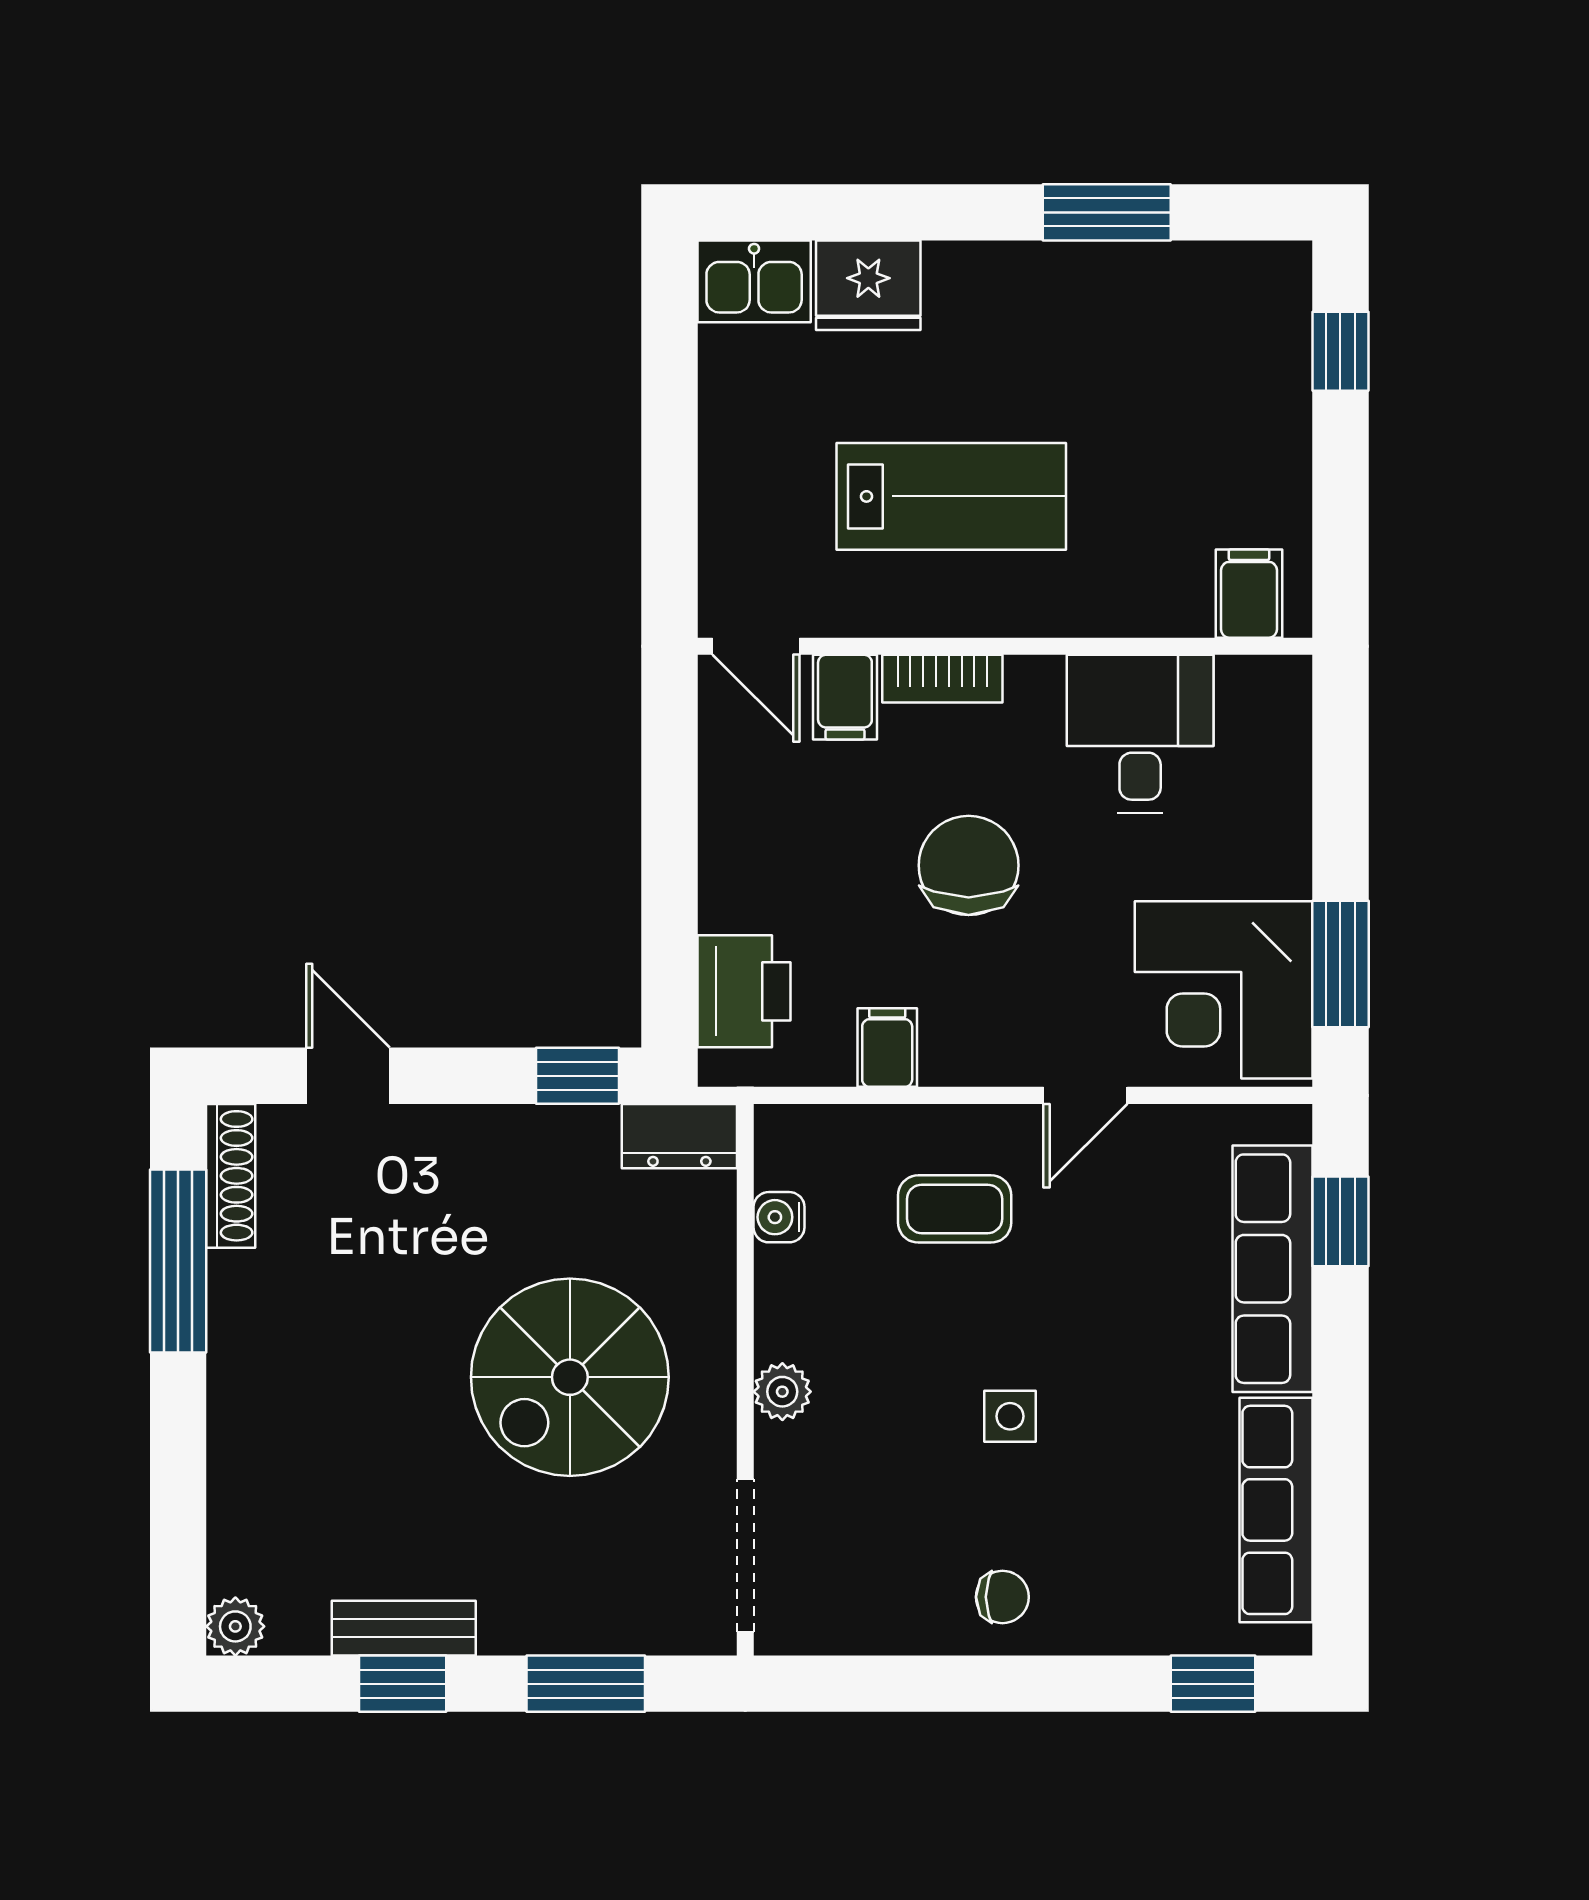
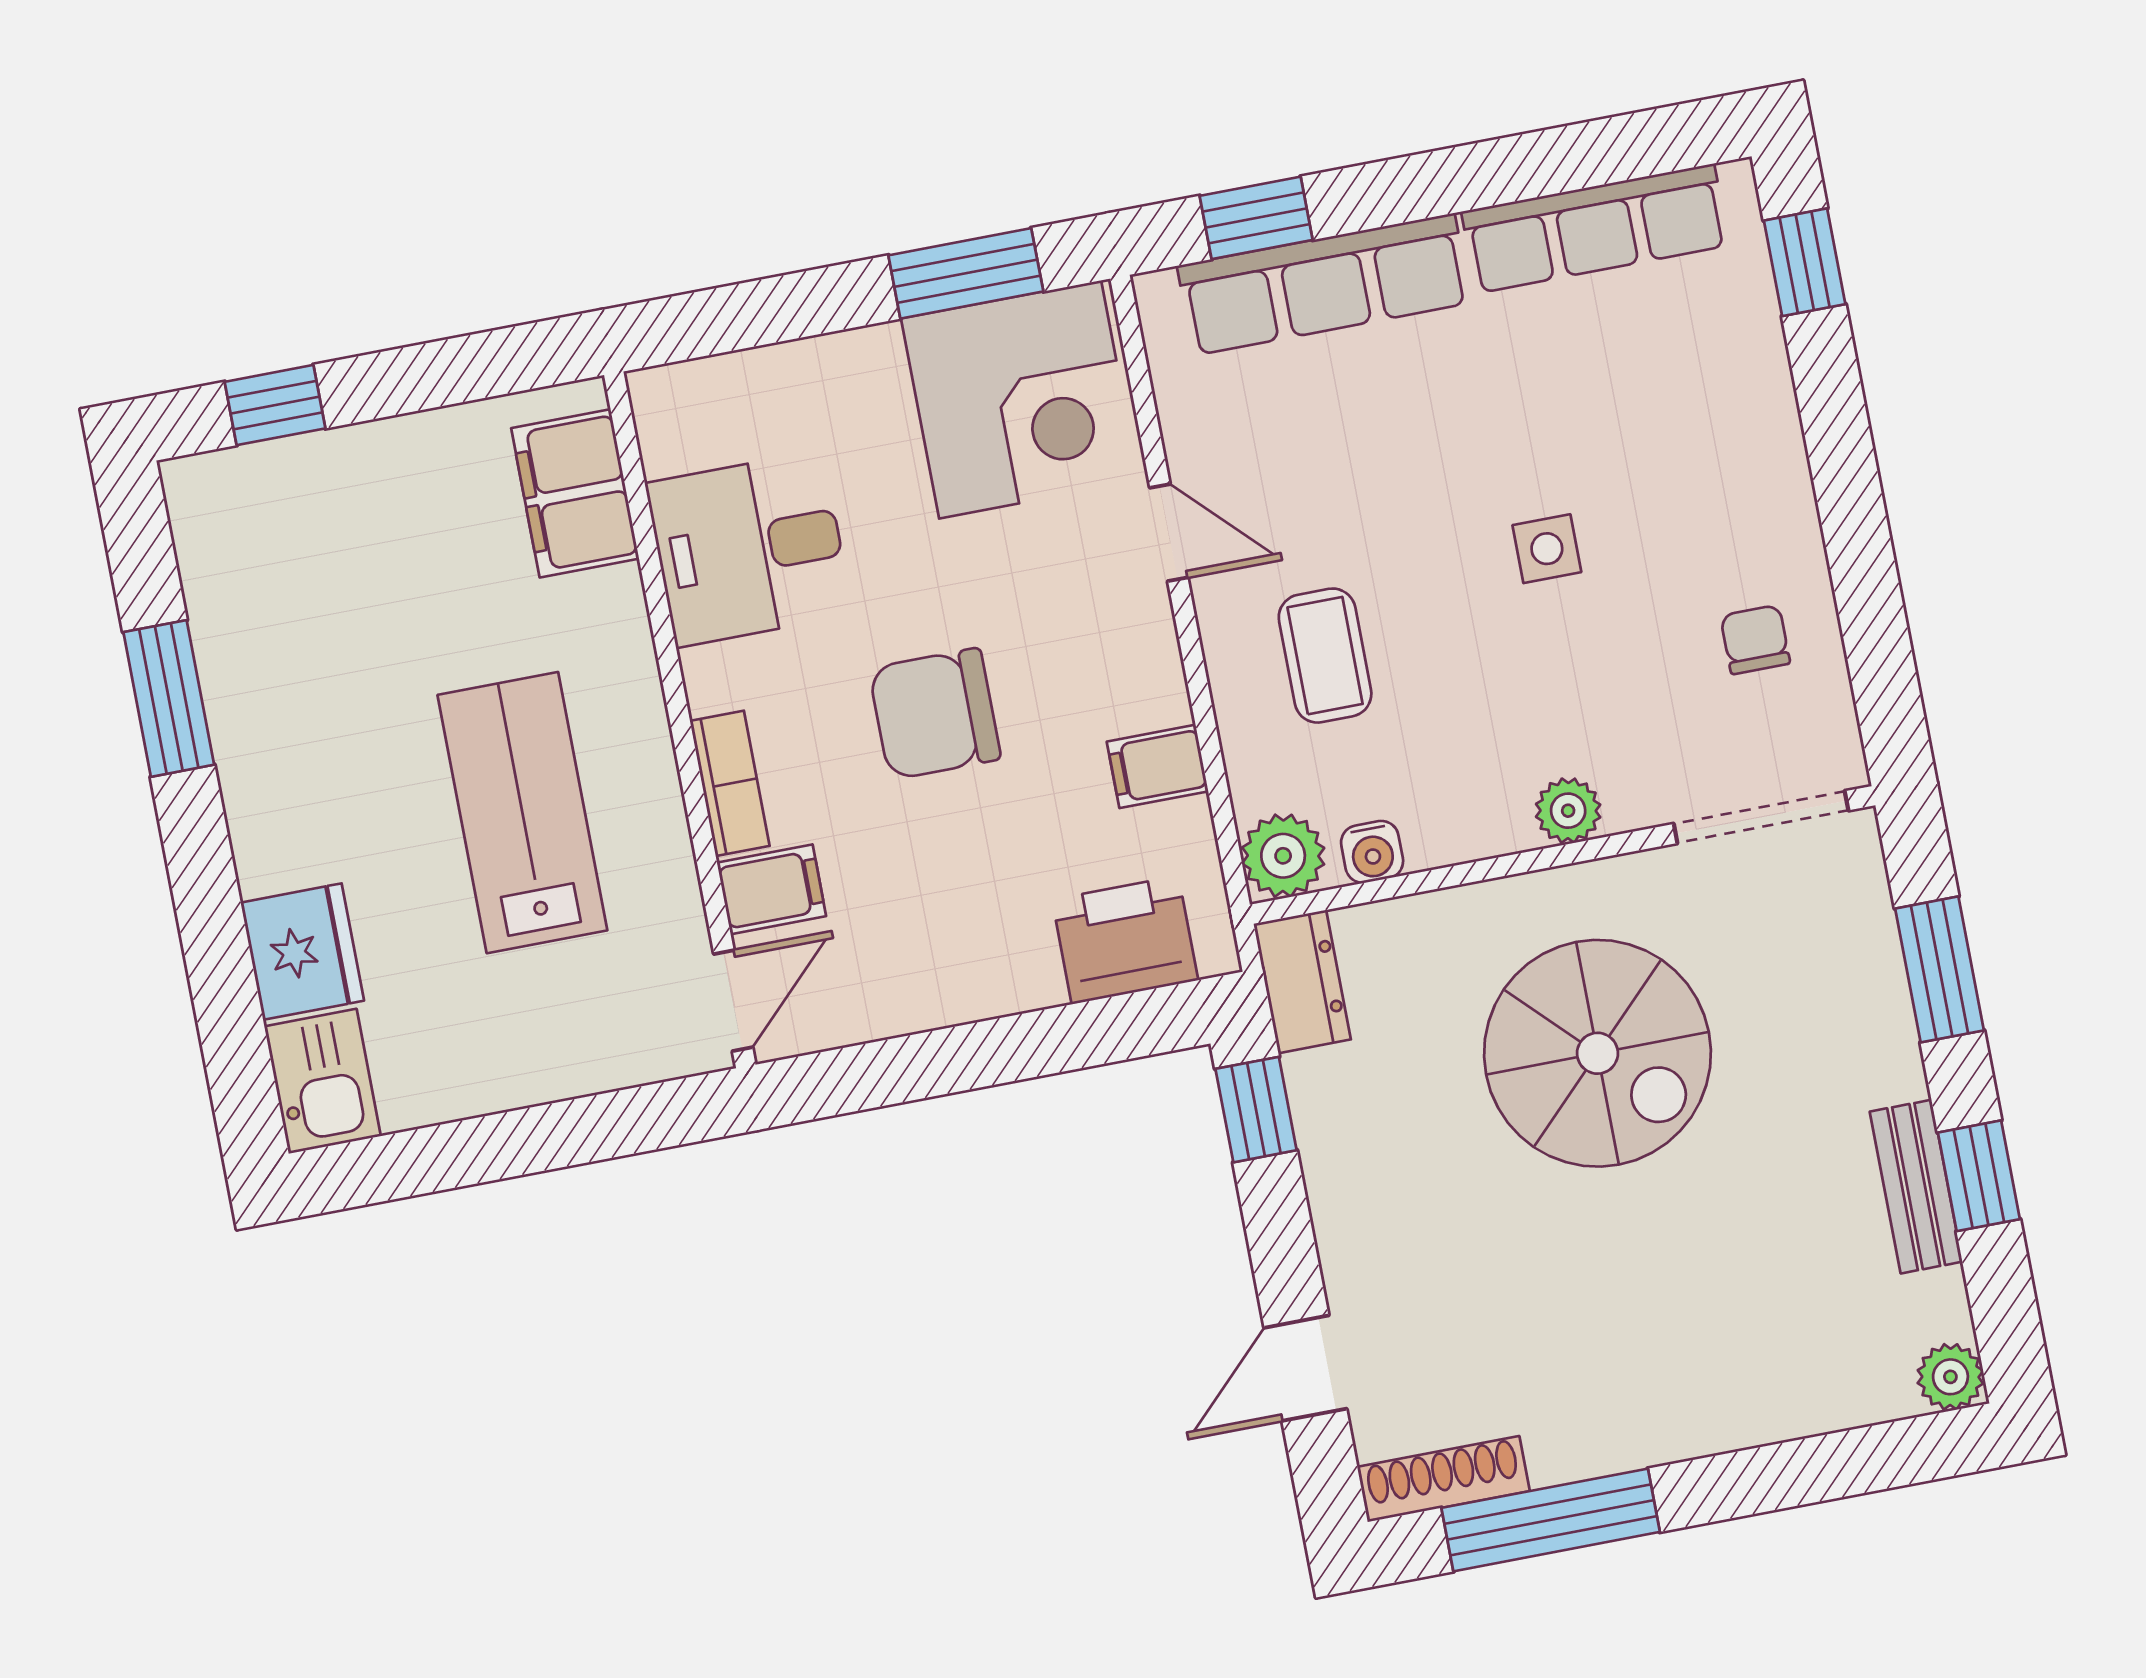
filing cabinet: (1249, 594) -> (575, 493), width x2.00
plant: (790, 1140) -> (1283, 856), added
chair: (1002, 1597) -> (1755, 640), moved

